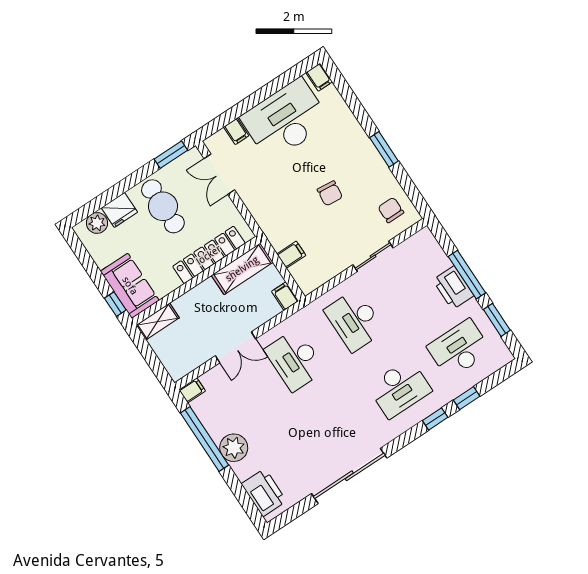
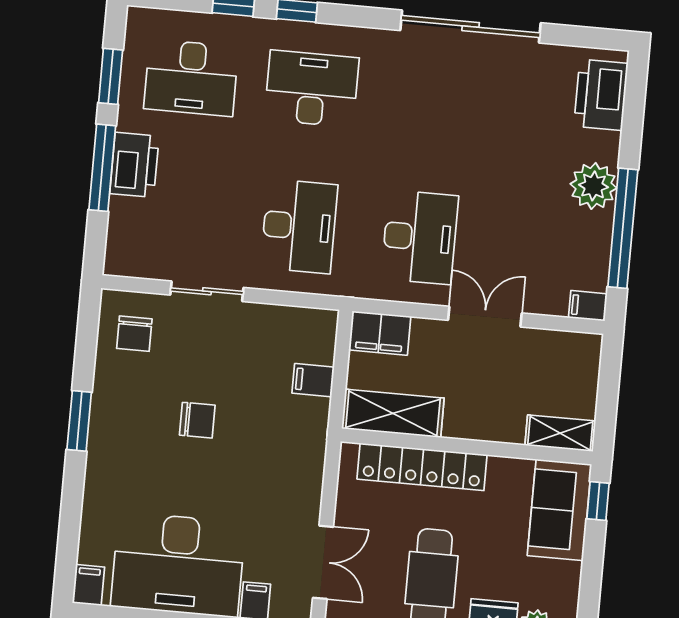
chair: (330, 193) -> (197, 420), turned 84
filing cabinet: (285, 296) -> (380, 333), width x2.00

